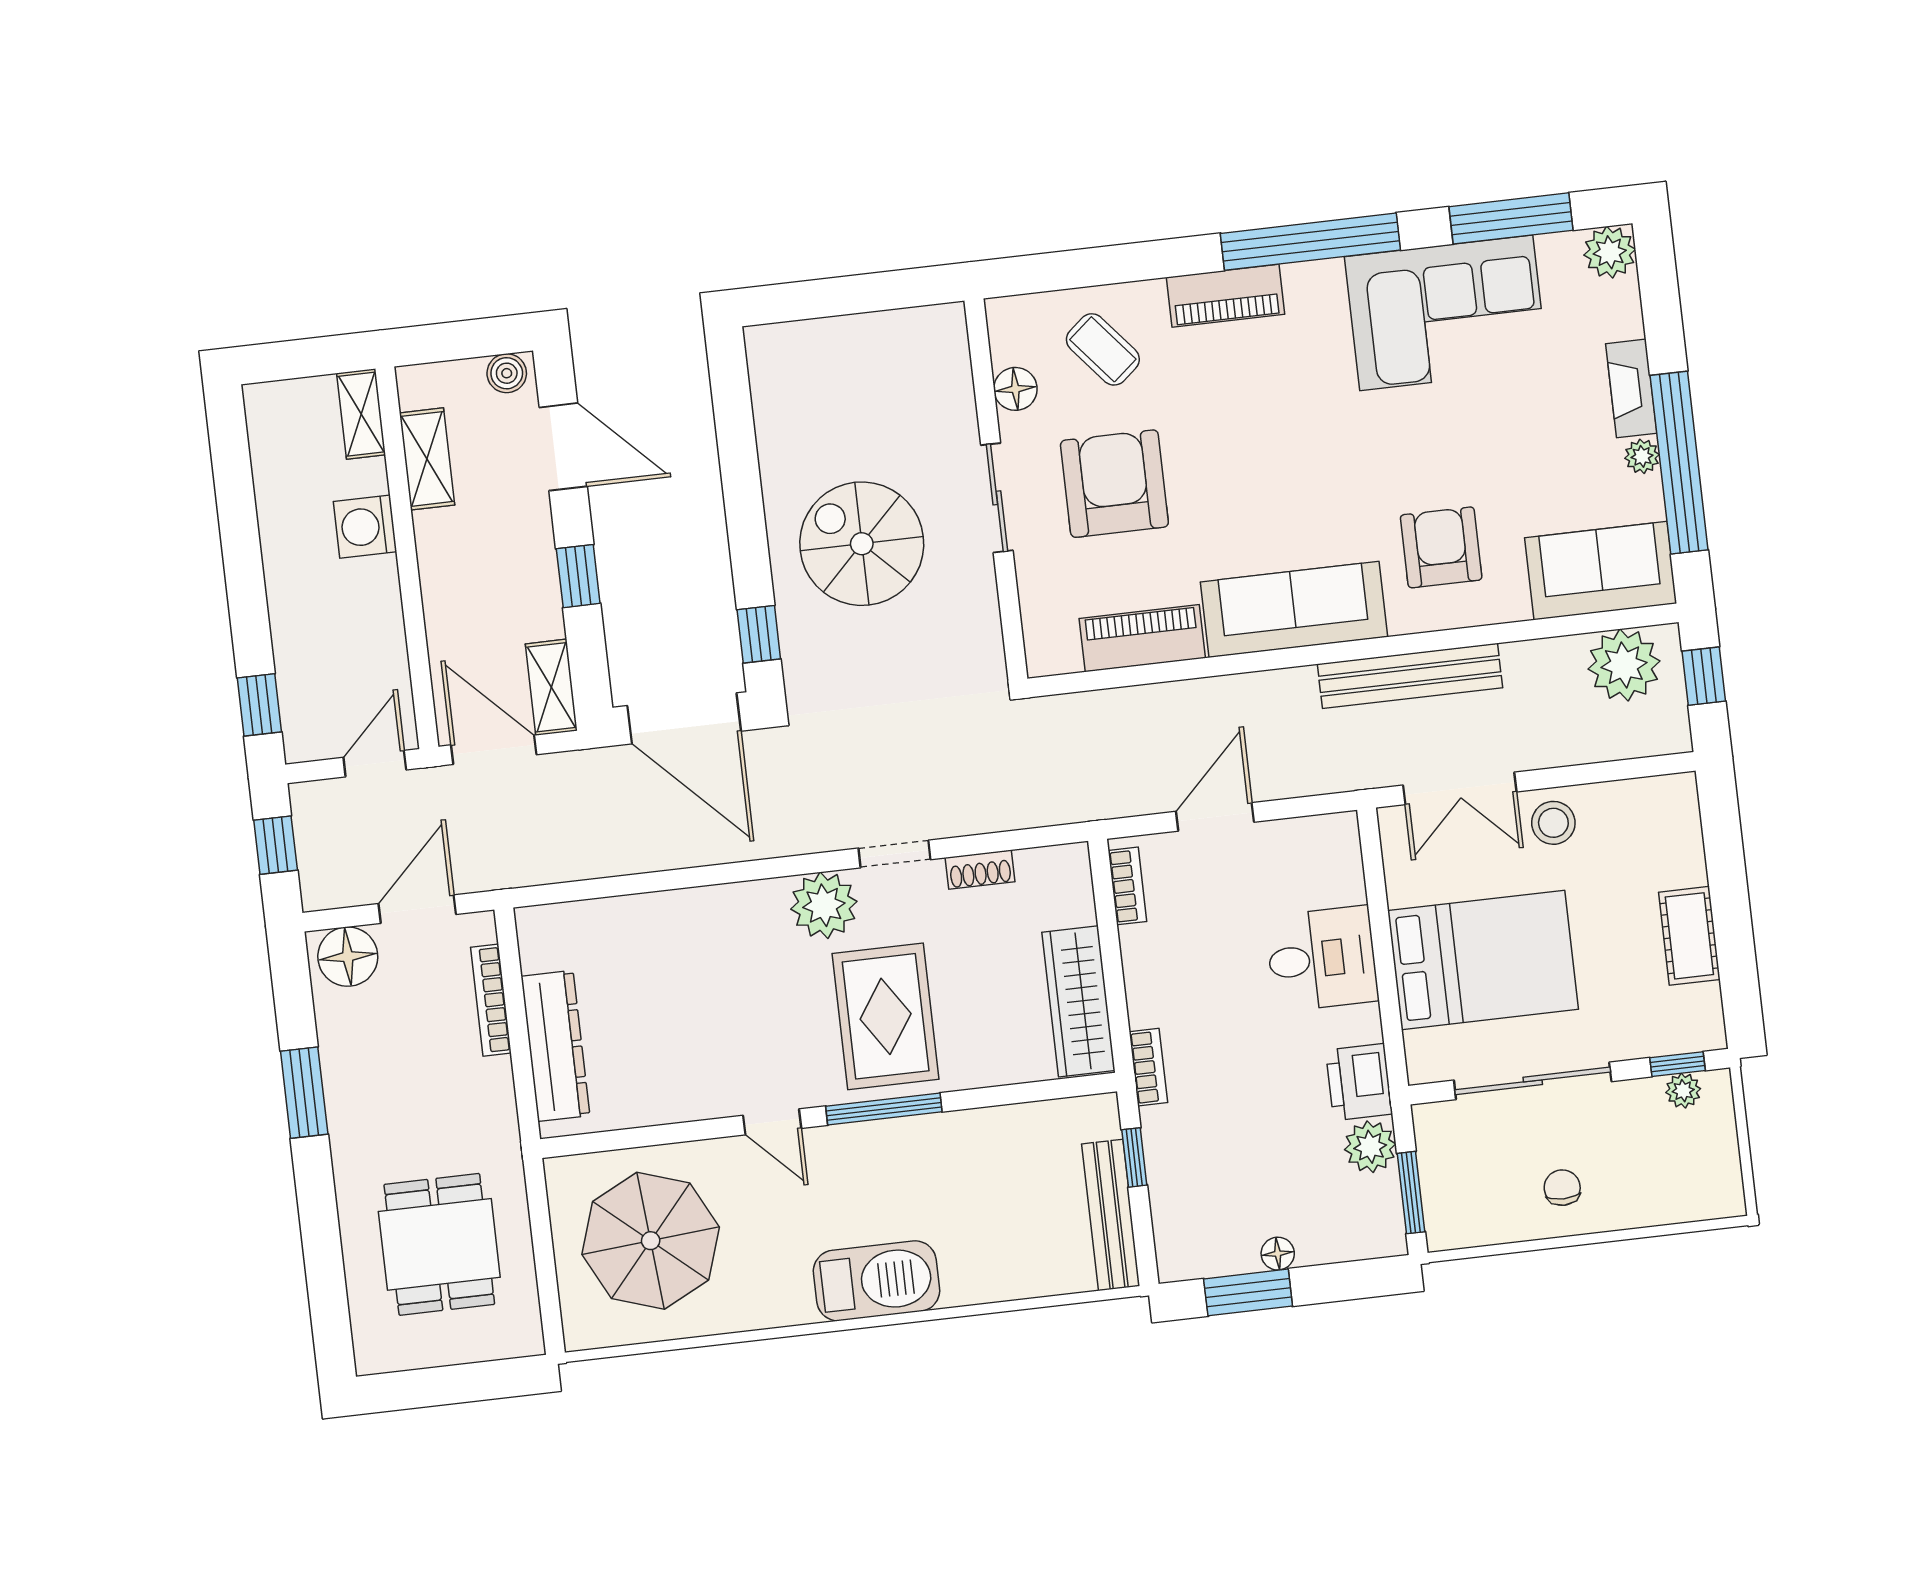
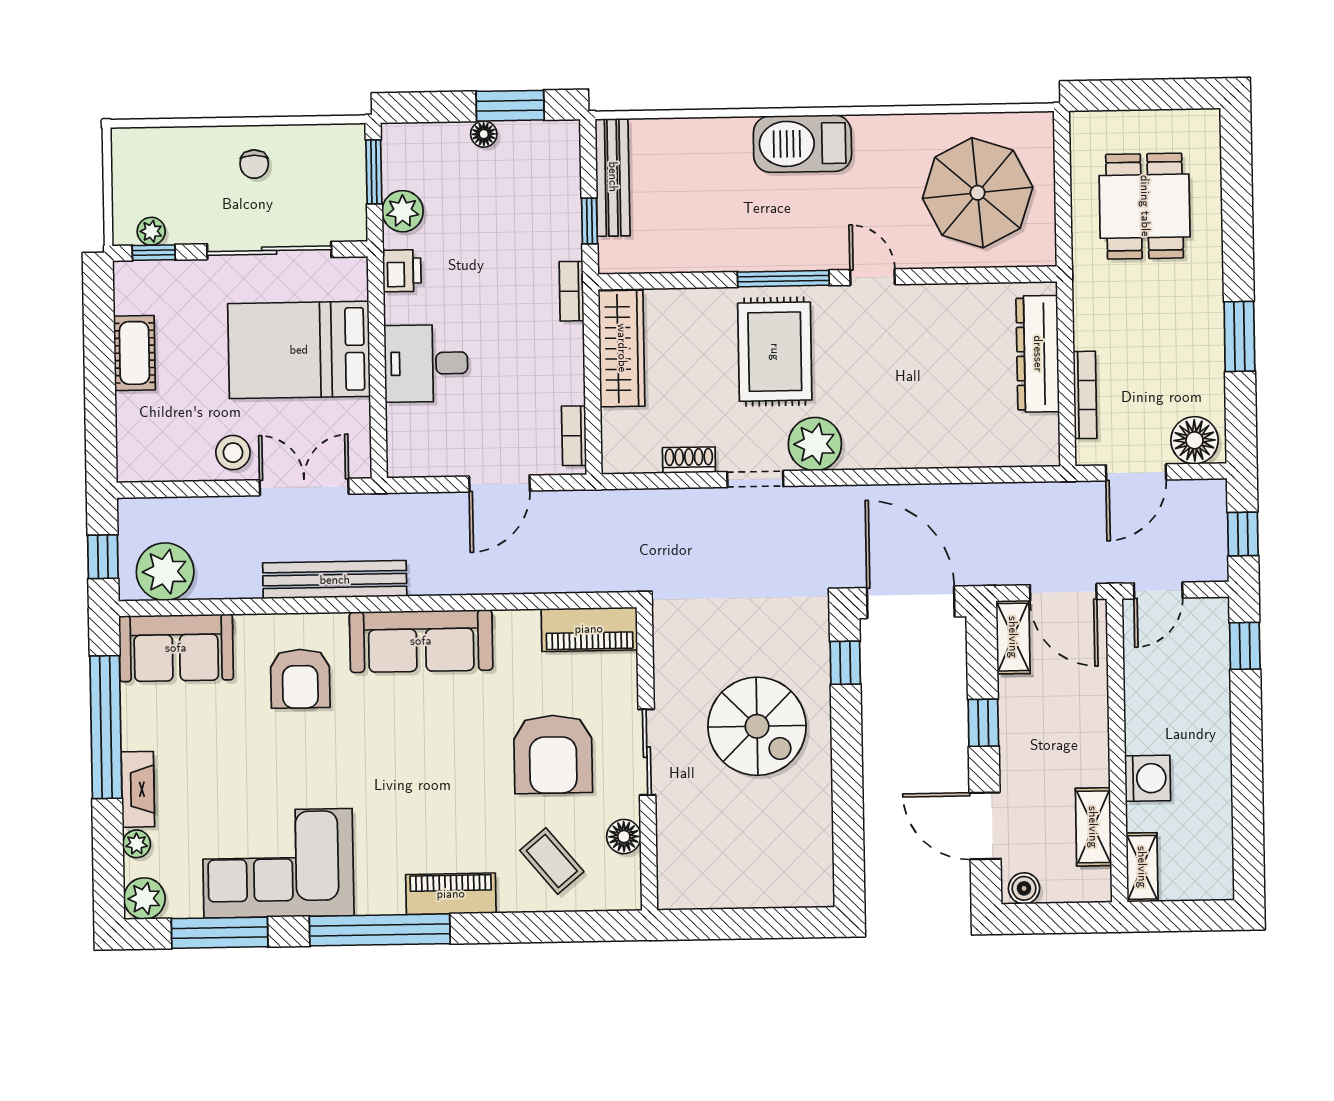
plant: (1642, 456) -> (137, 844), moved
piano: (1142, 638) -> (589, 629), moved
printer: (1359, 1082) -> (402, 271), width x0.73, depth x0.81

